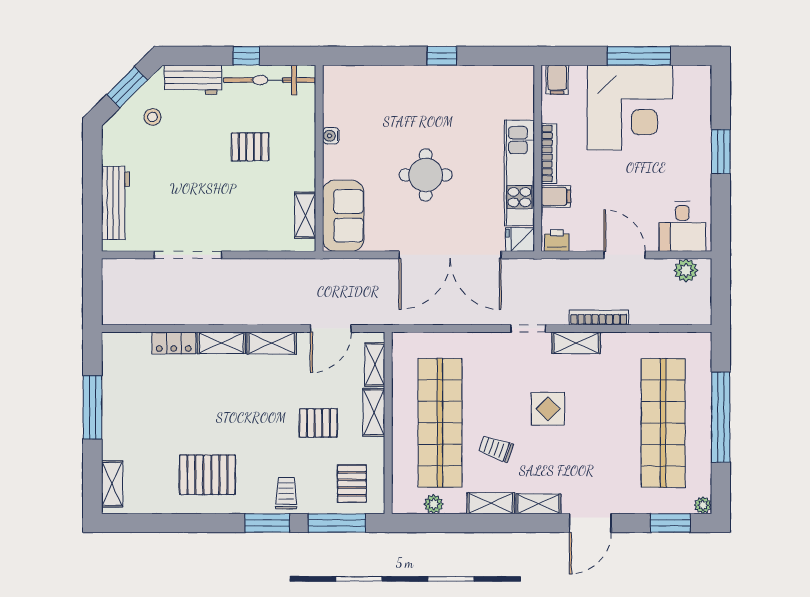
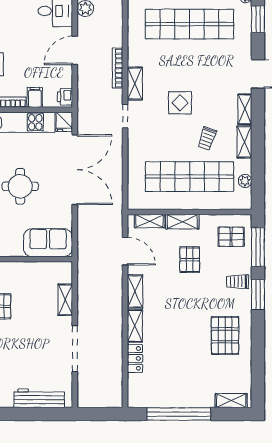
shelving: (305, 215) -> (65, 300), moved, turned 90
window: (92, 407) -> (179, 414), width x1.46

